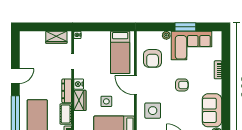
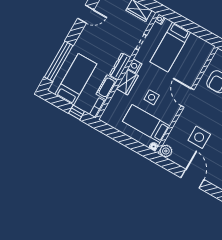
bed: (120, 52) -> (170, 47), moved
door: (15, 76) -> (86, 14), moved
side table: (153, 111) -> (199, 137), moved

